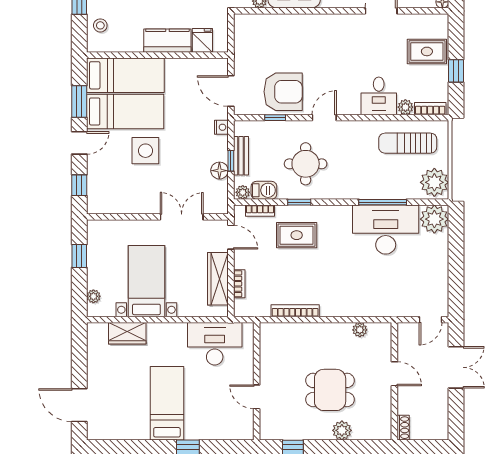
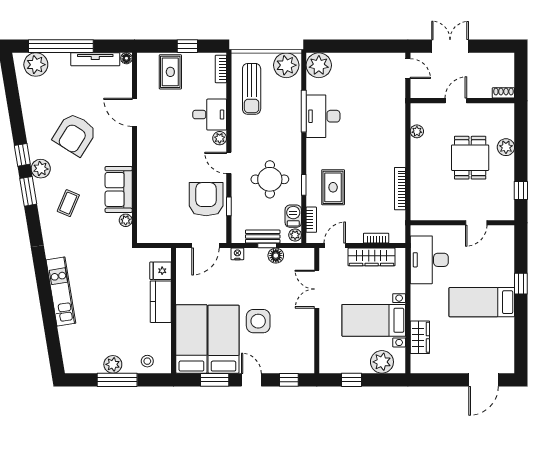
plant: (405, 107) -> (220, 138), moved
desk: (386, 230) -> (323, 116), width x0.73, depth x0.77
plant: (93, 296) -> (382, 362), width x1.88, depth x1.88

